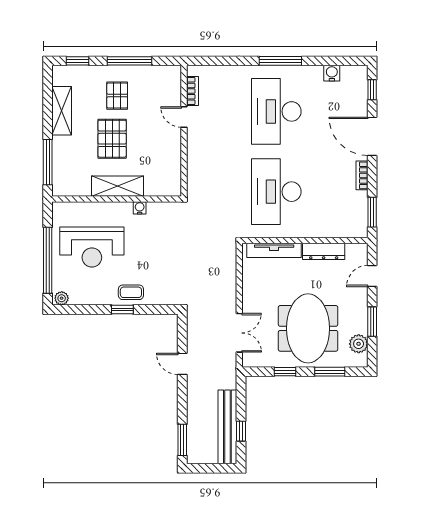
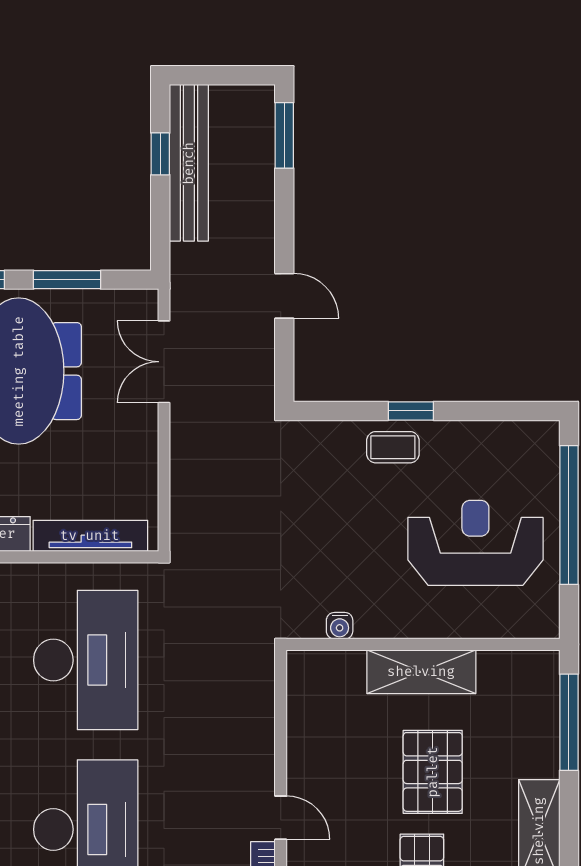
water cooler: (140, 208) -> (340, 626), moved
plant: (62, 298) -> (539, 435), removed
window: (285, 372) -> (67, 280), width x1.50

